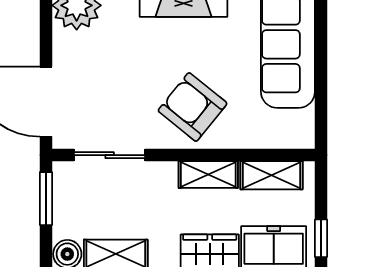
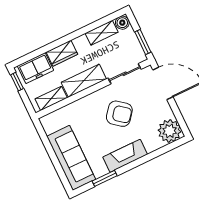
armchair: (193, 107) -> (119, 114), moved
shelving: (208, 175) -> (84, 81), width x1.50, depth x1.33

